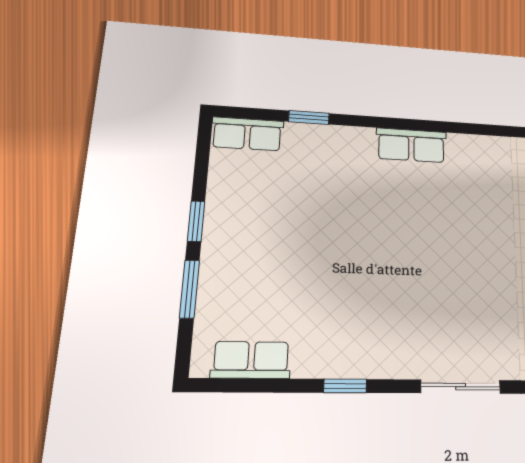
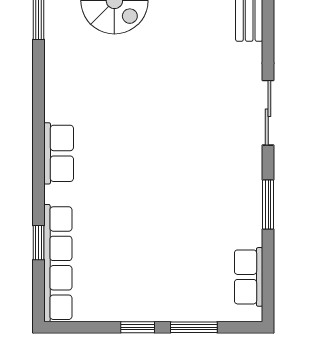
row of seats: (247, 134) -> (58, 263), width x2.02
window: (345, 386) -> (268, 205), width x1.50

